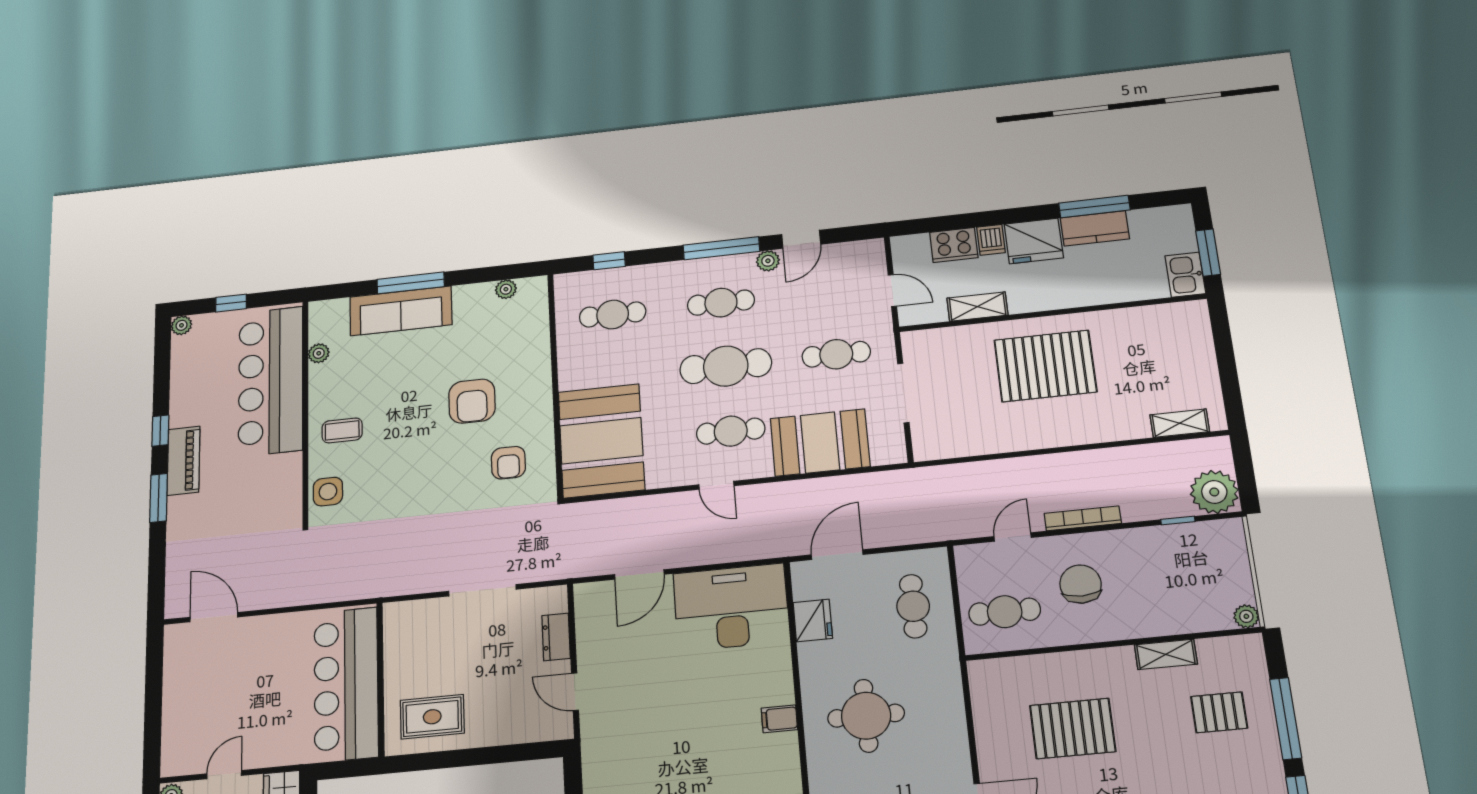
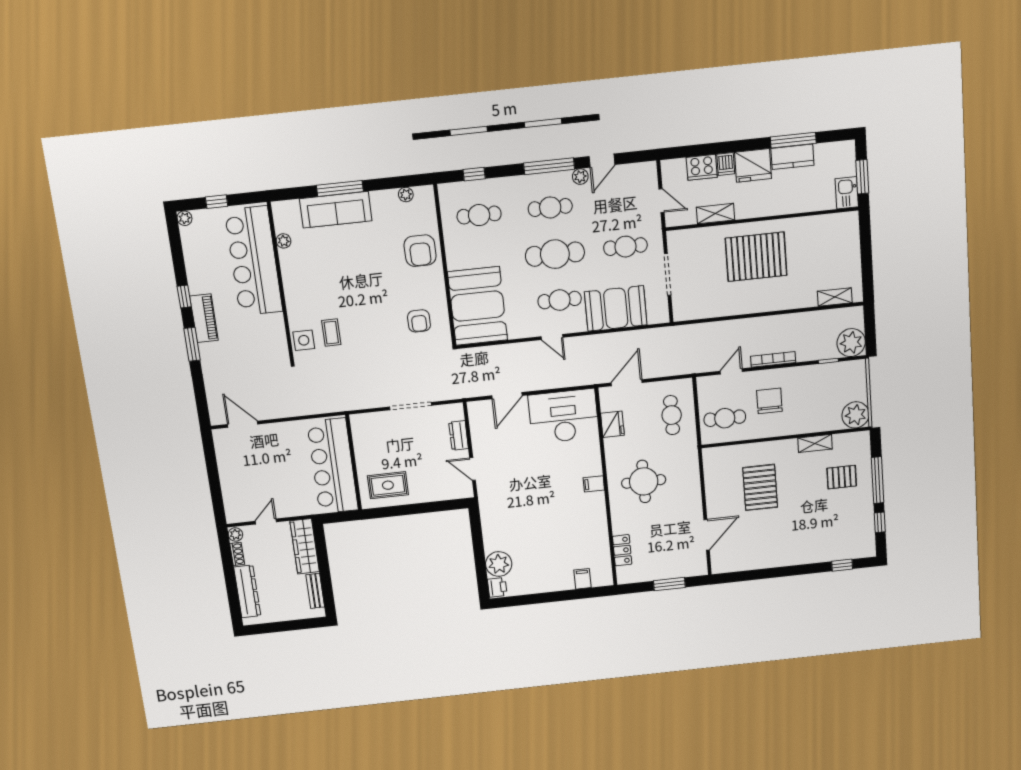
armchair: (472, 401) -> (420, 251), moved
coffee table: (342, 430) -> (331, 333), moved, turned 90
plant: (1246, 616) -> (856, 415), width x1.87, depth x1.87
pallet: (1073, 728) -> (760, 487), turned 90

